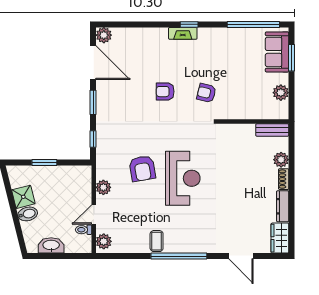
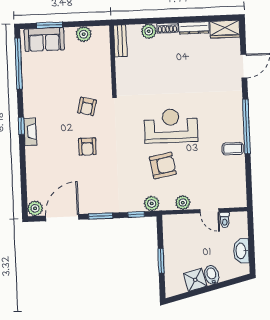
plant: (104, 241) -> (152, 203), moved

